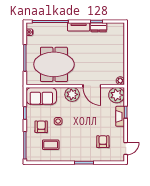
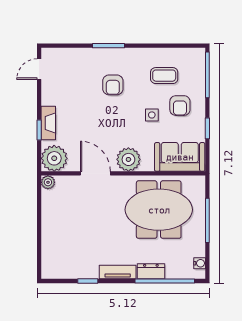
dresser: (99, 27) -> (151, 271), moved
armchair: (103, 142) -> (113, 85), moved

